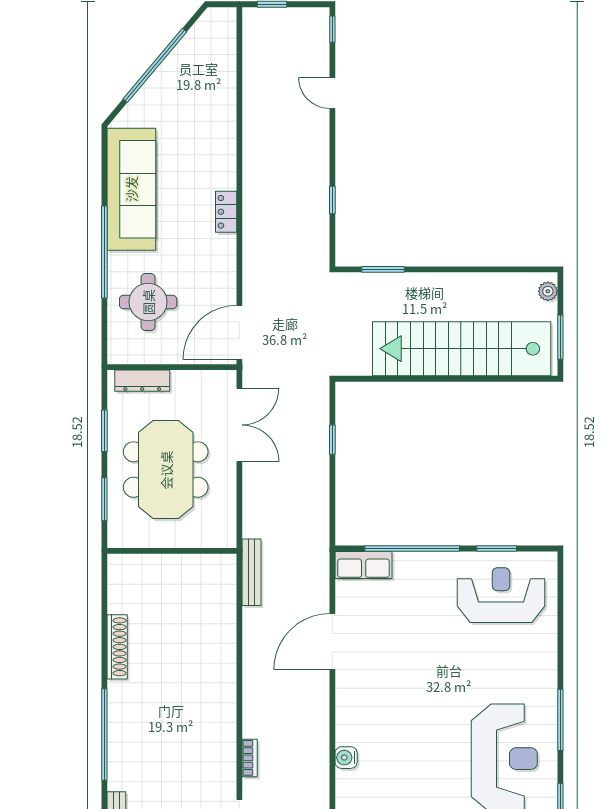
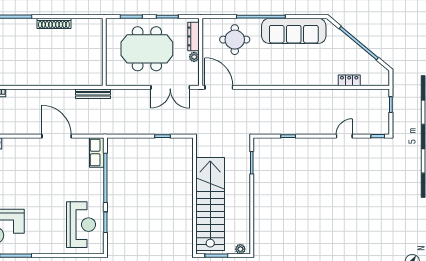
locker: (226, 212) -> (349, 80), moved
plant: (181, 379) -> (194, 57), added

